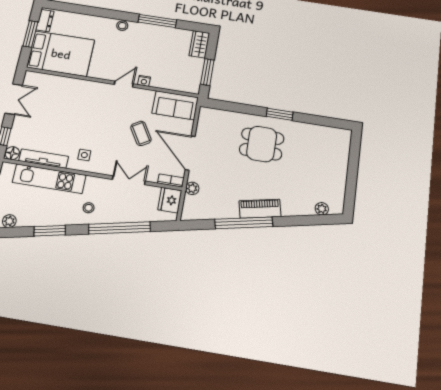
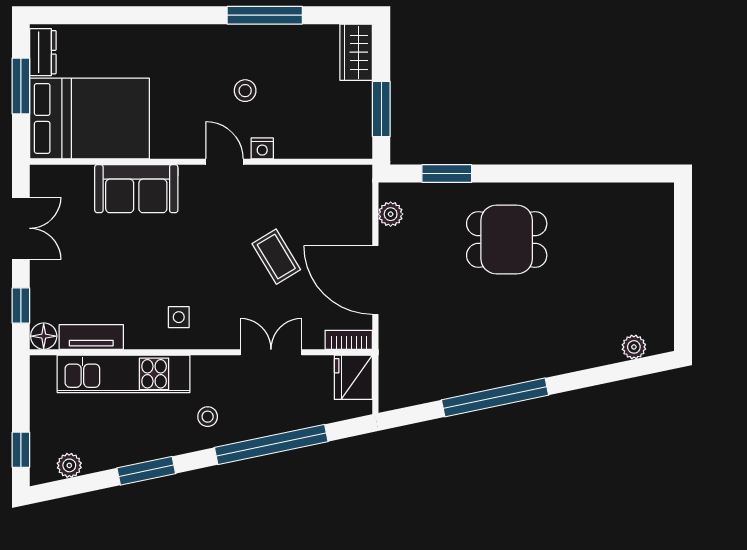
stool: (122, 26) -> (245, 91), moved
door: (124, 84) -> (224, 162), hinge flipped
sofa: (175, 105) -> (136, 189), moved
window: (280, 114) -> (447, 173), moved
tv unit: (44, 159) -> (91, 337), width x0.71
plant: (192, 188) -> (391, 214), moved
piano: (260, 209) -> (521, 366), removed

